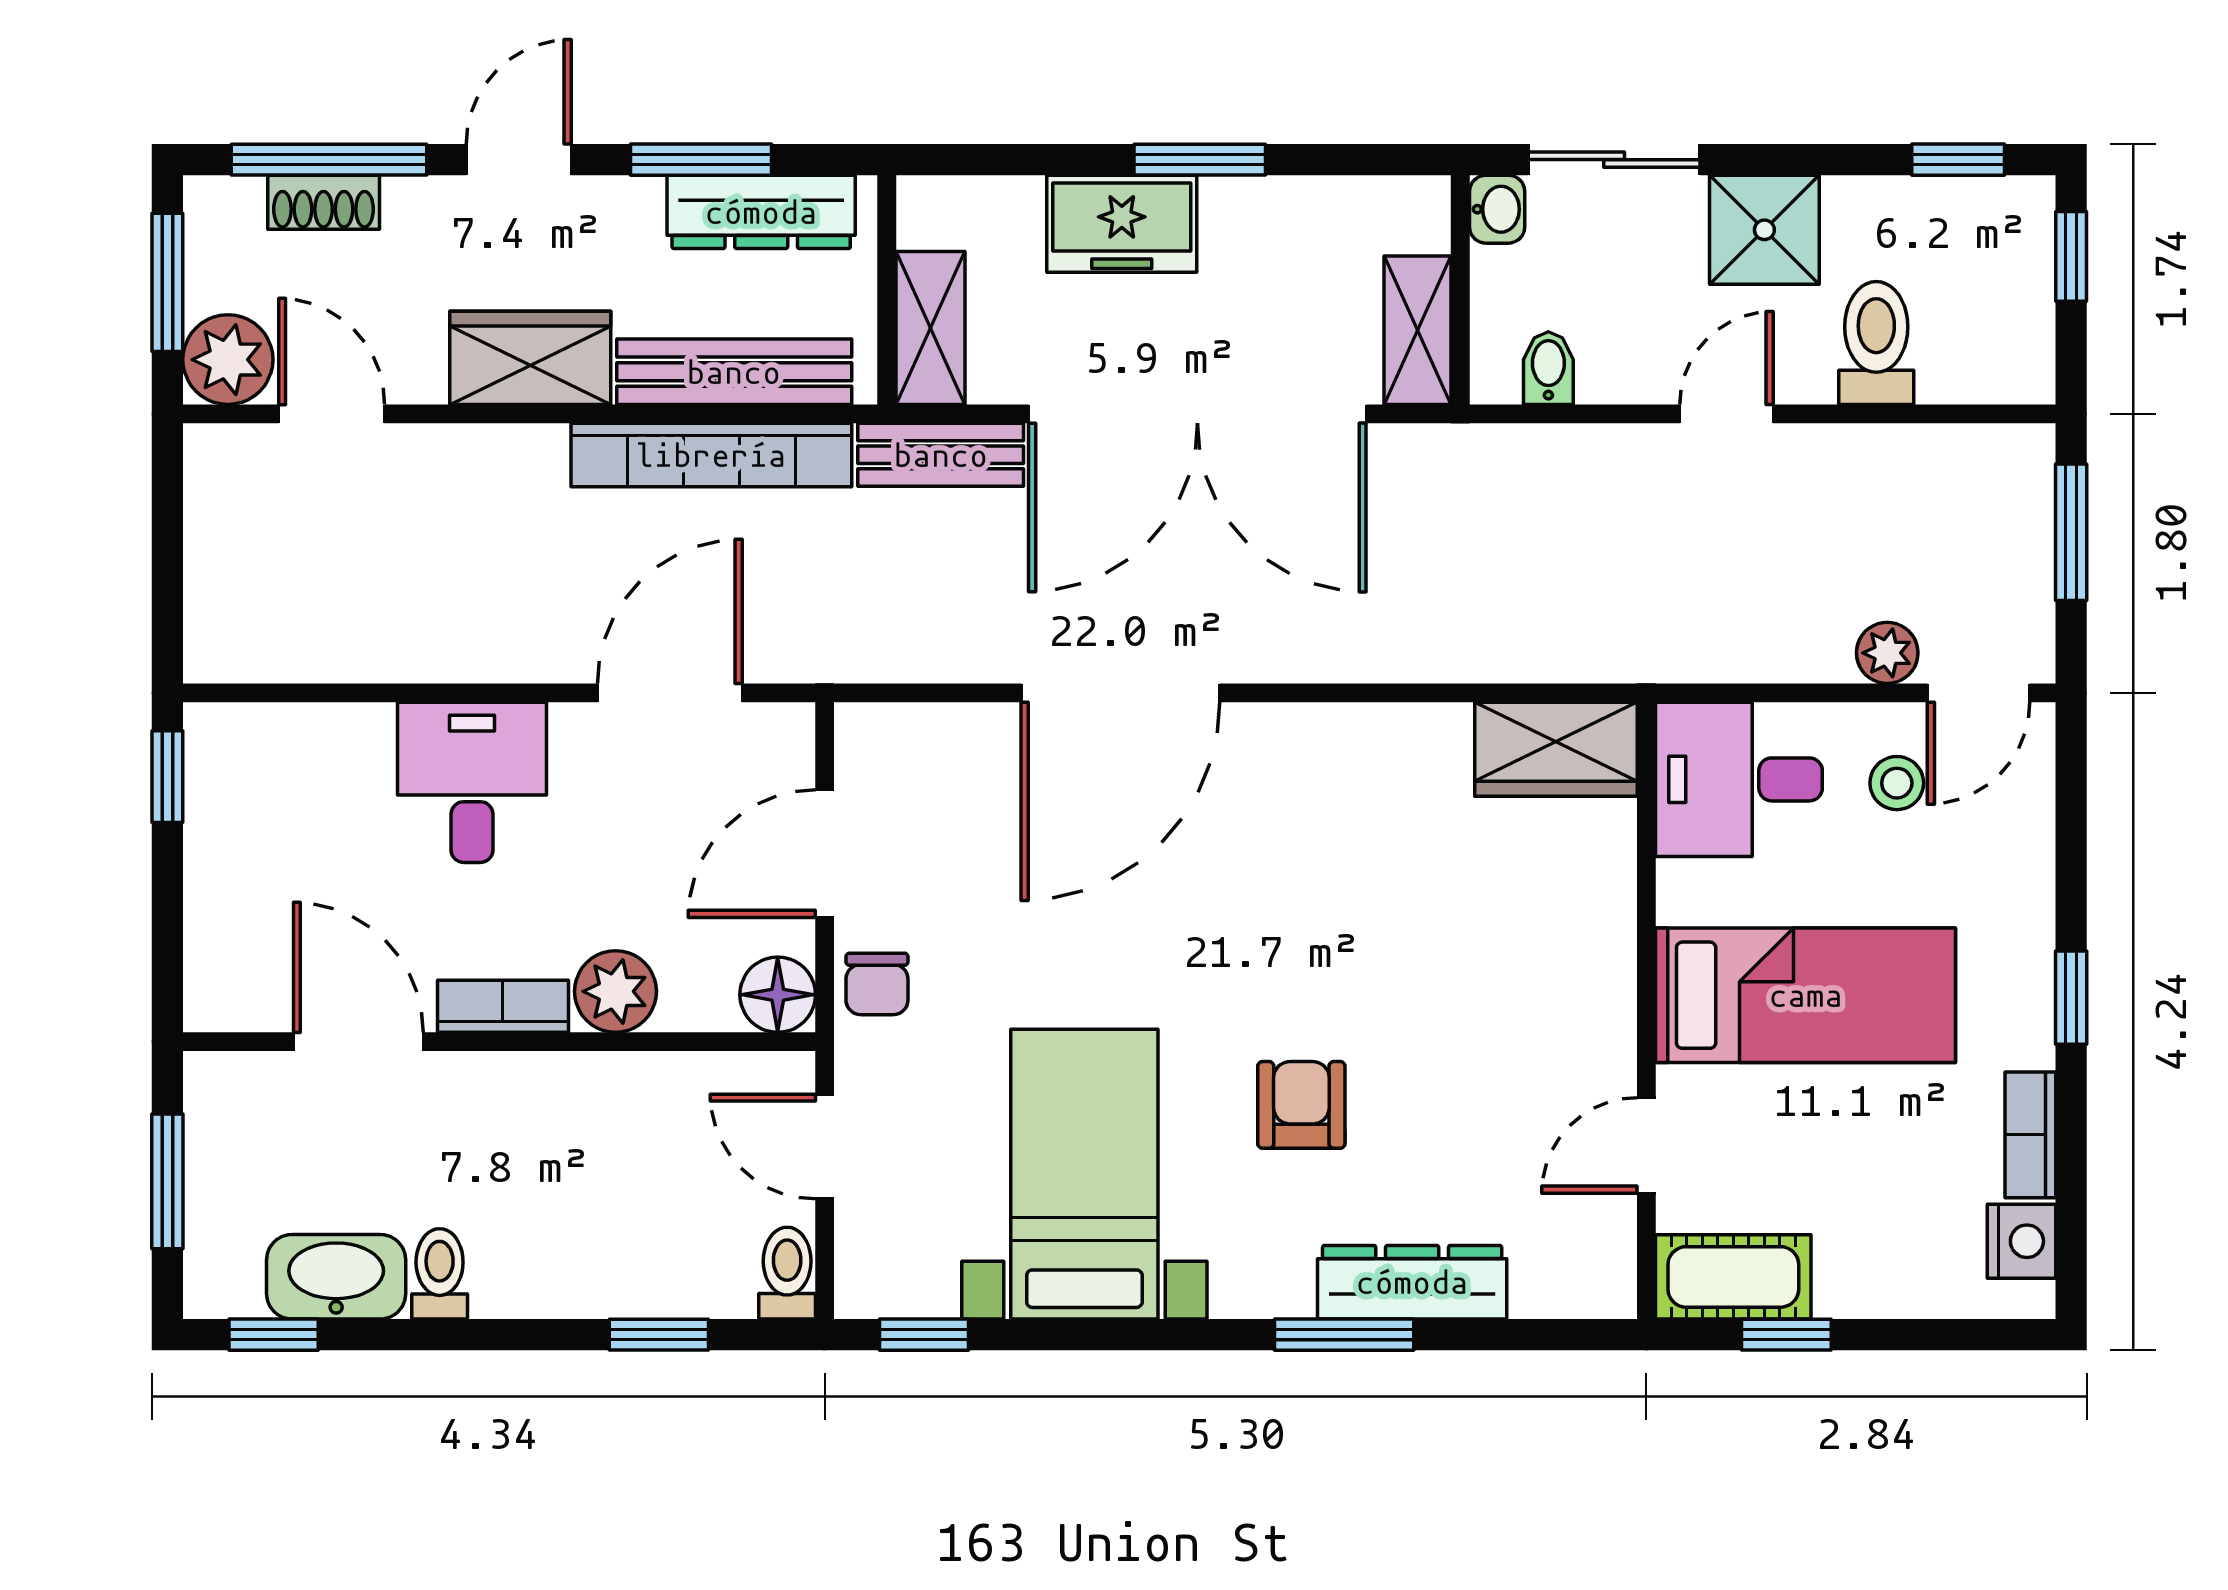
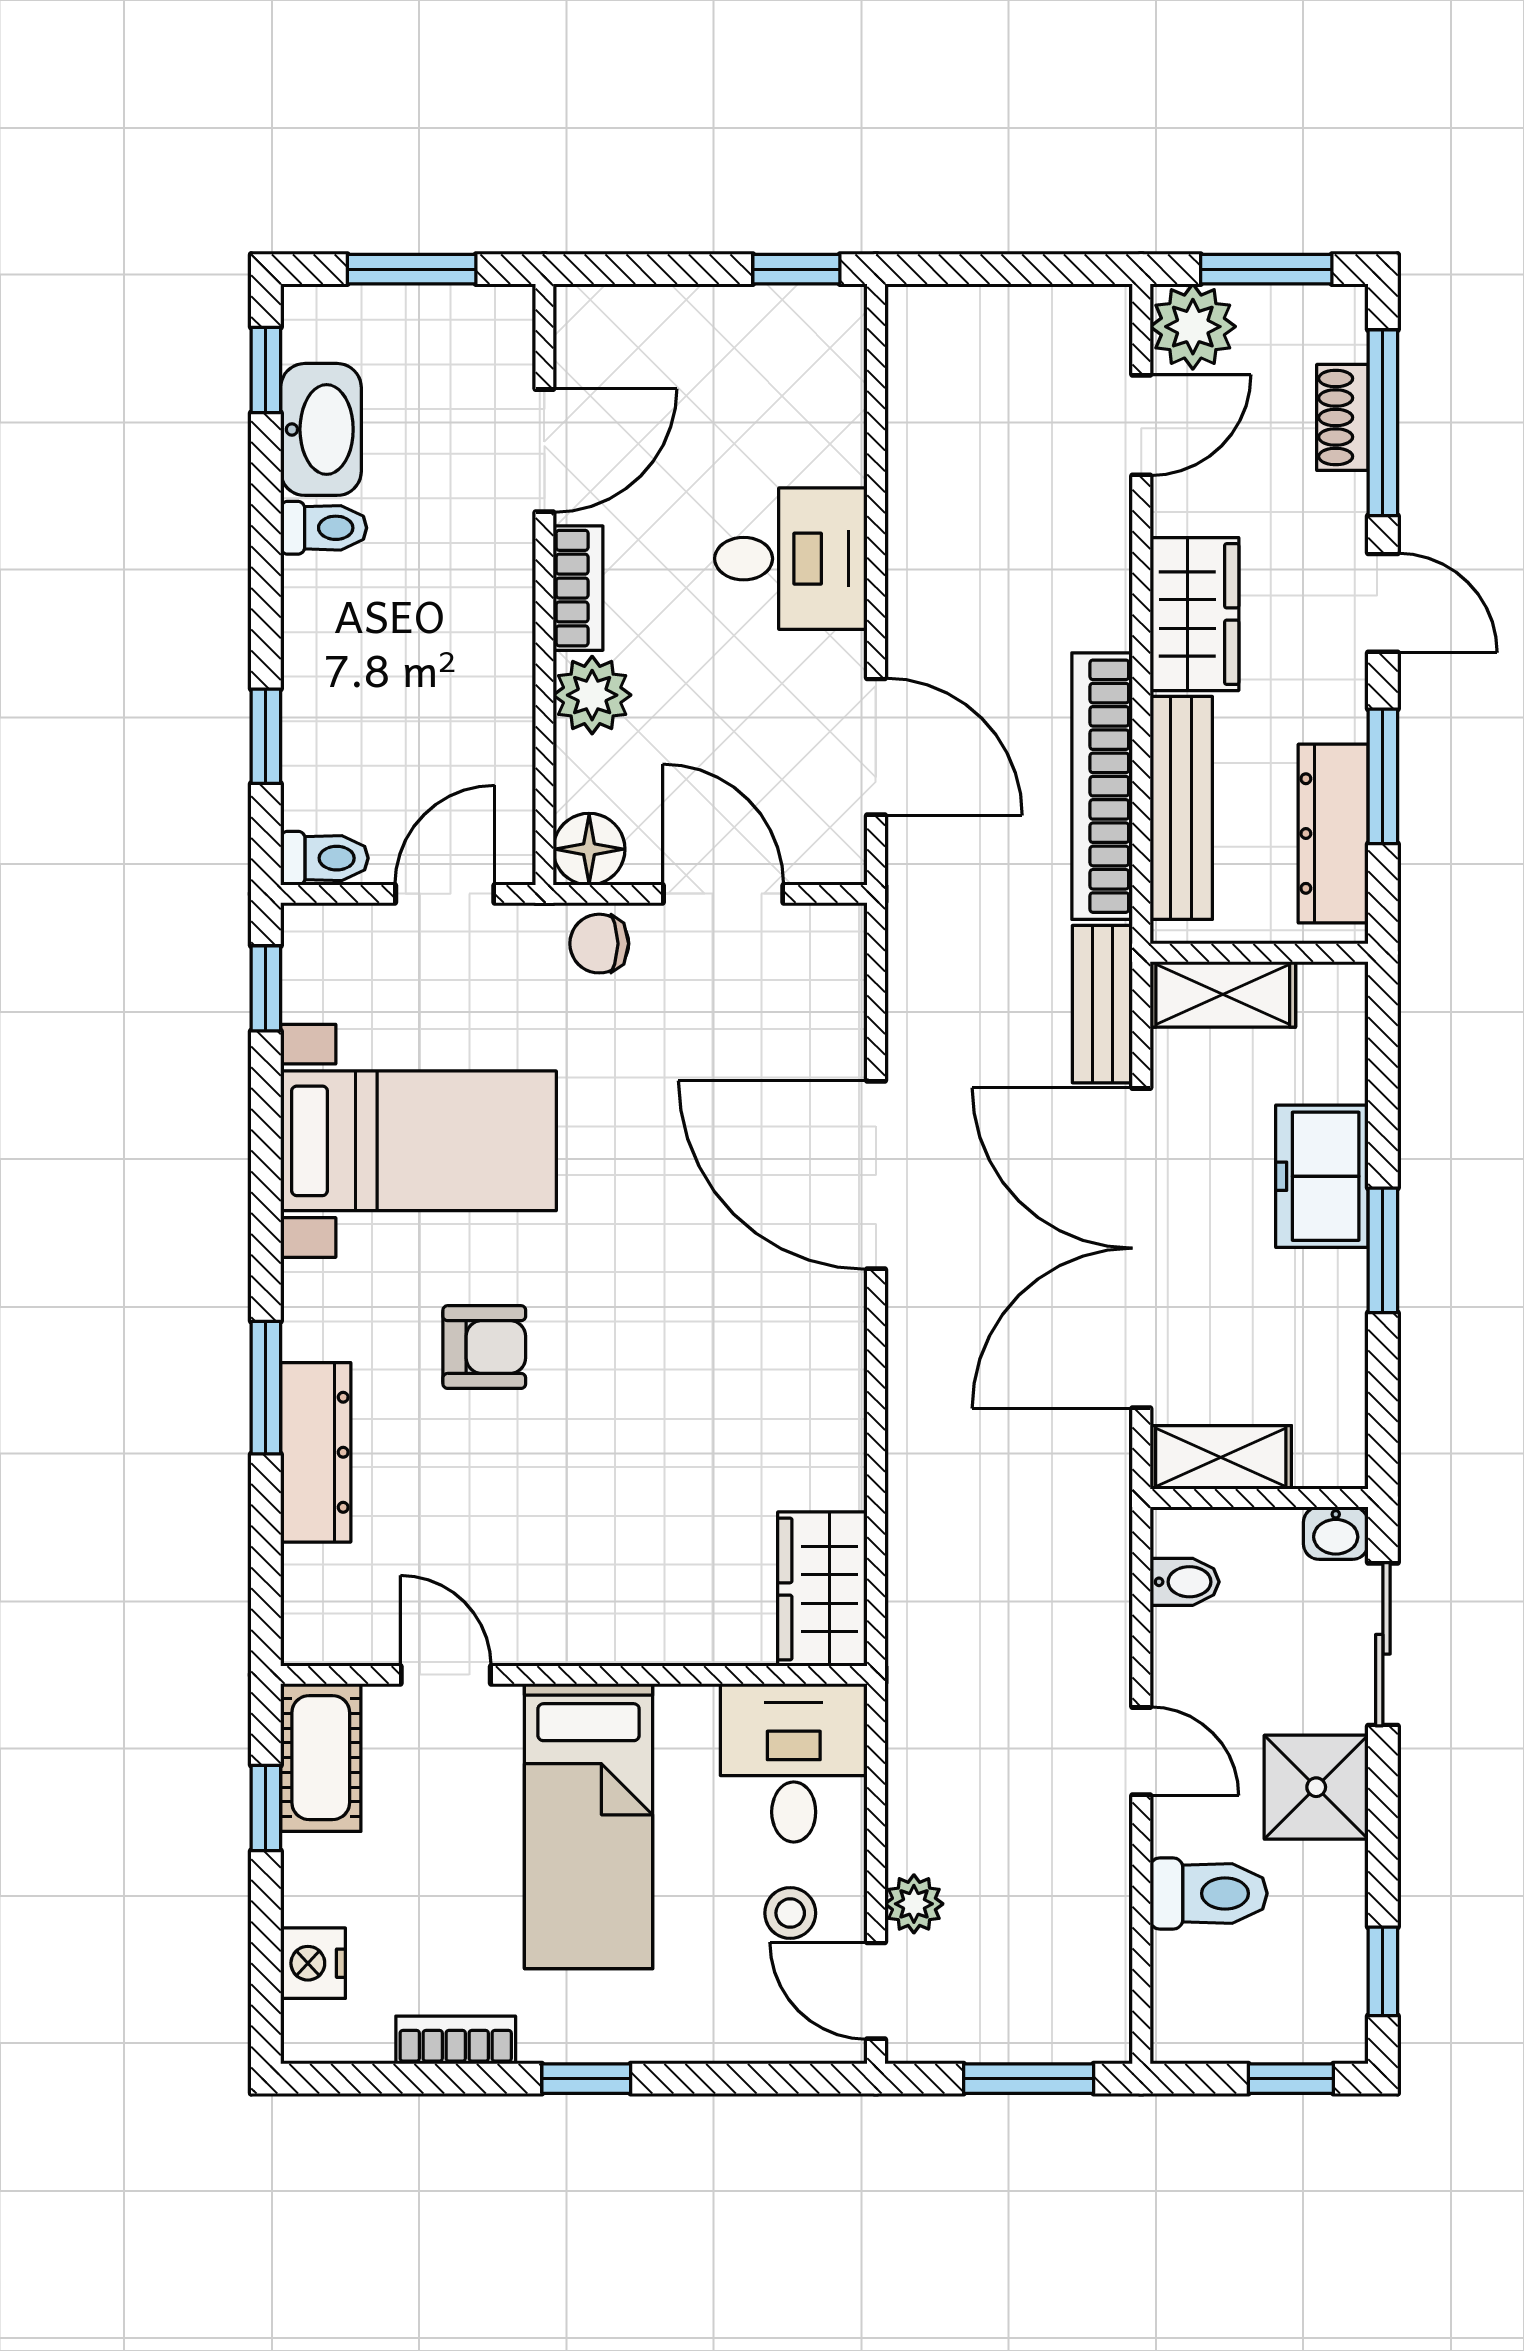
nightstand: (2021, 1241) -> (313, 1963), moved, turned 90

